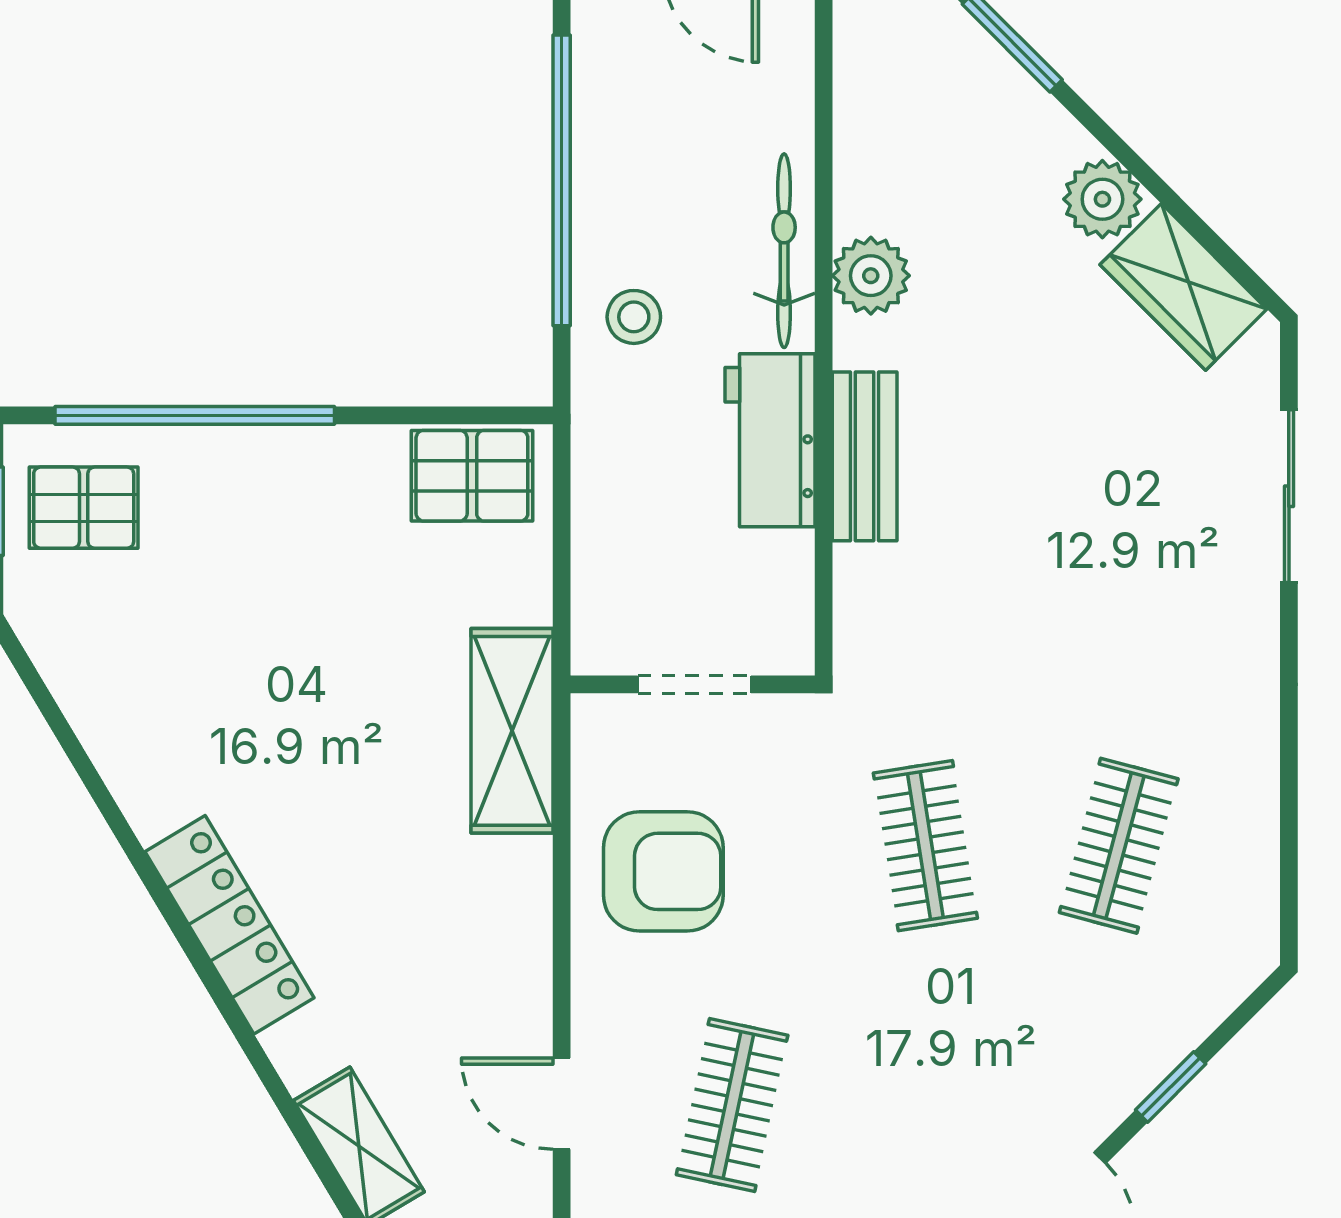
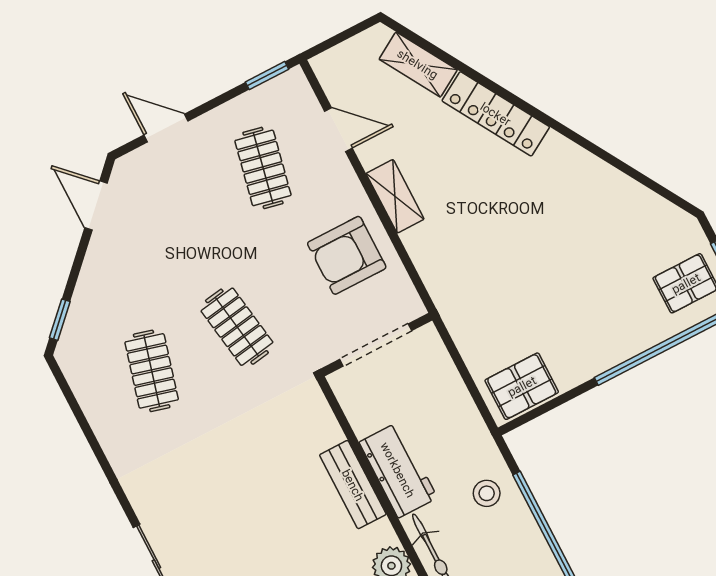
doorway: (694, 684) -> (376, 345), width x1.38
shelving: (512, 731) -> (395, 196), moved, width x0.67, depth x0.75
locker: (230, 925) -> (496, 114), moved
window: (1171, 1087) -> (60, 320), moved

